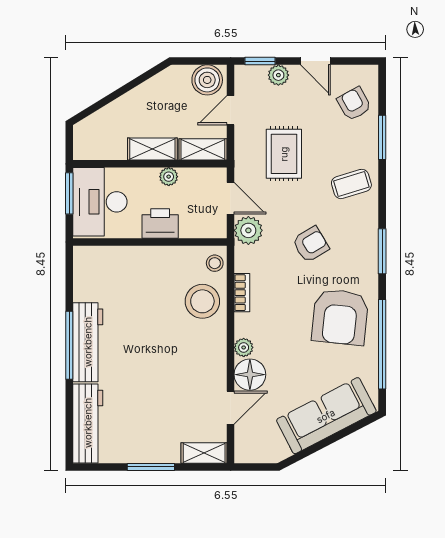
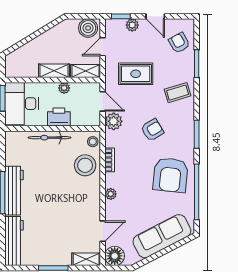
rug: (284, 154) -> (136, 74), turned 90
bicycle: (145, 257) -> (49, 138), added
floor lamp: (250, 375) -> (115, 256), moved

